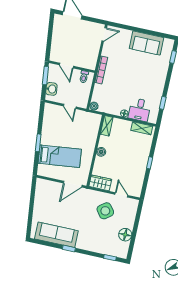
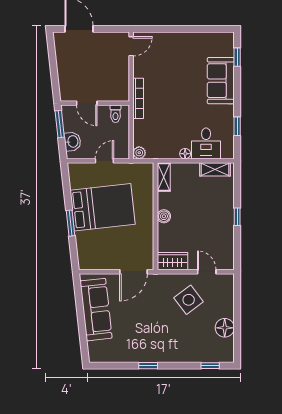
sofa: (147, 43) -> (221, 81), moved, turned 90
door: (70, 106) -> (104, 161), swing flipped
bed: (60, 156) -> (103, 207), moved, width x1.50
sofa: (56, 235) -> (96, 310), moved, turned 84

